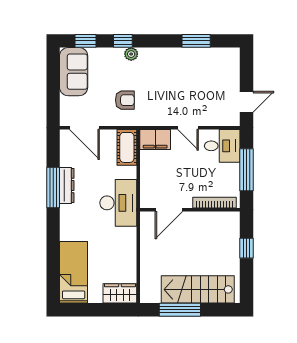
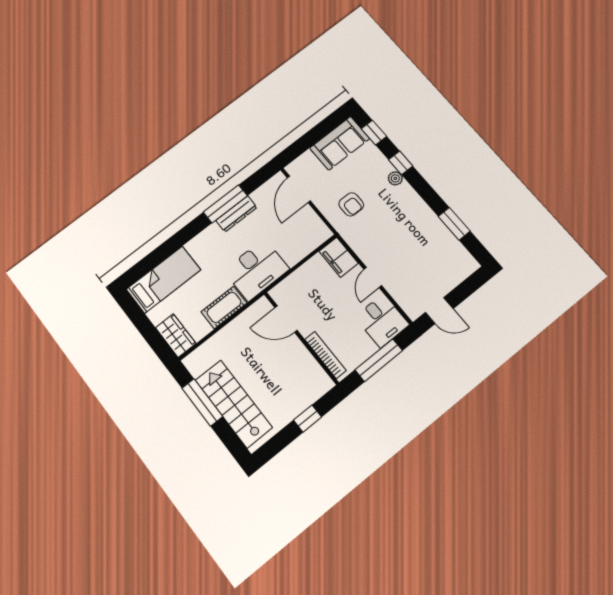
cot: (127, 147) -> (224, 307), moved

